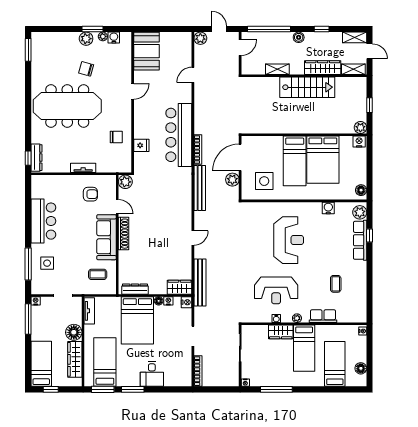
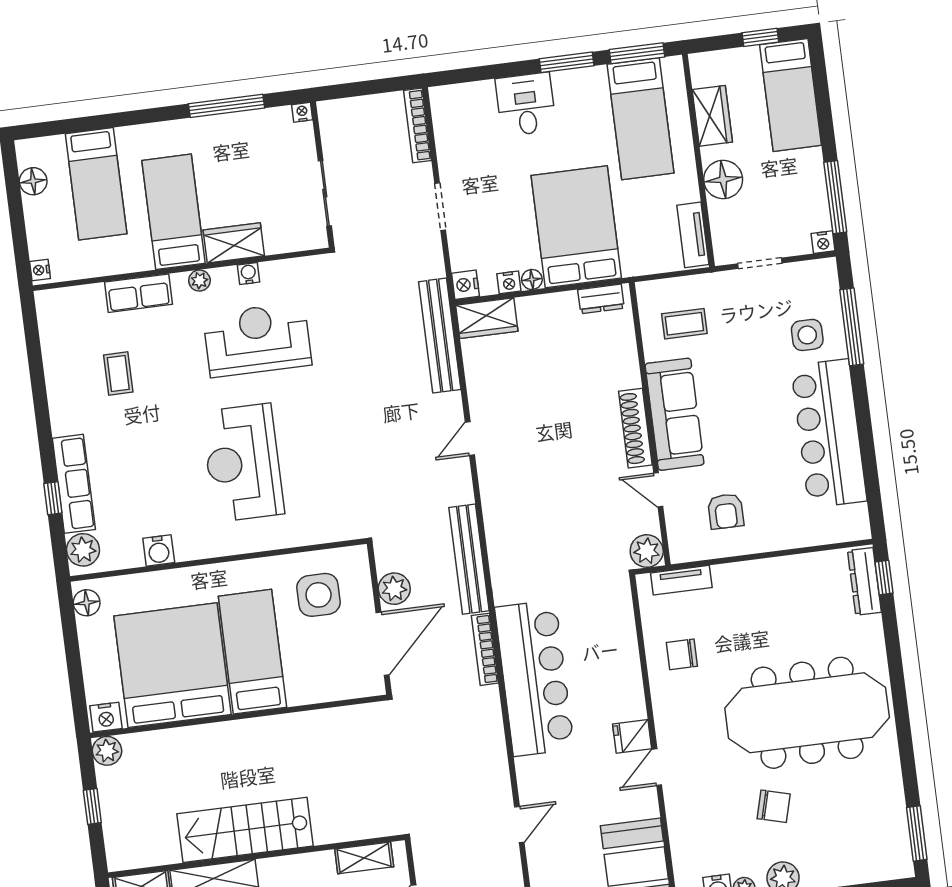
shelving: (277, 69) -> (364, 858), moved
fridge: (141, 145) -> (632, 736), moved
bed: (323, 160) -> (173, 665), width x1.36
tv unit: (83, 168) -> (681, 580), moved
armchair: (90, 194) -> (726, 511), turned -90
bar counter: (43, 221) -> (829, 433), width x1.36
dresser: (135, 289) -> (601, 299), width x0.70
wardrobe: (75, 359) -> (712, 116), width x0.67

